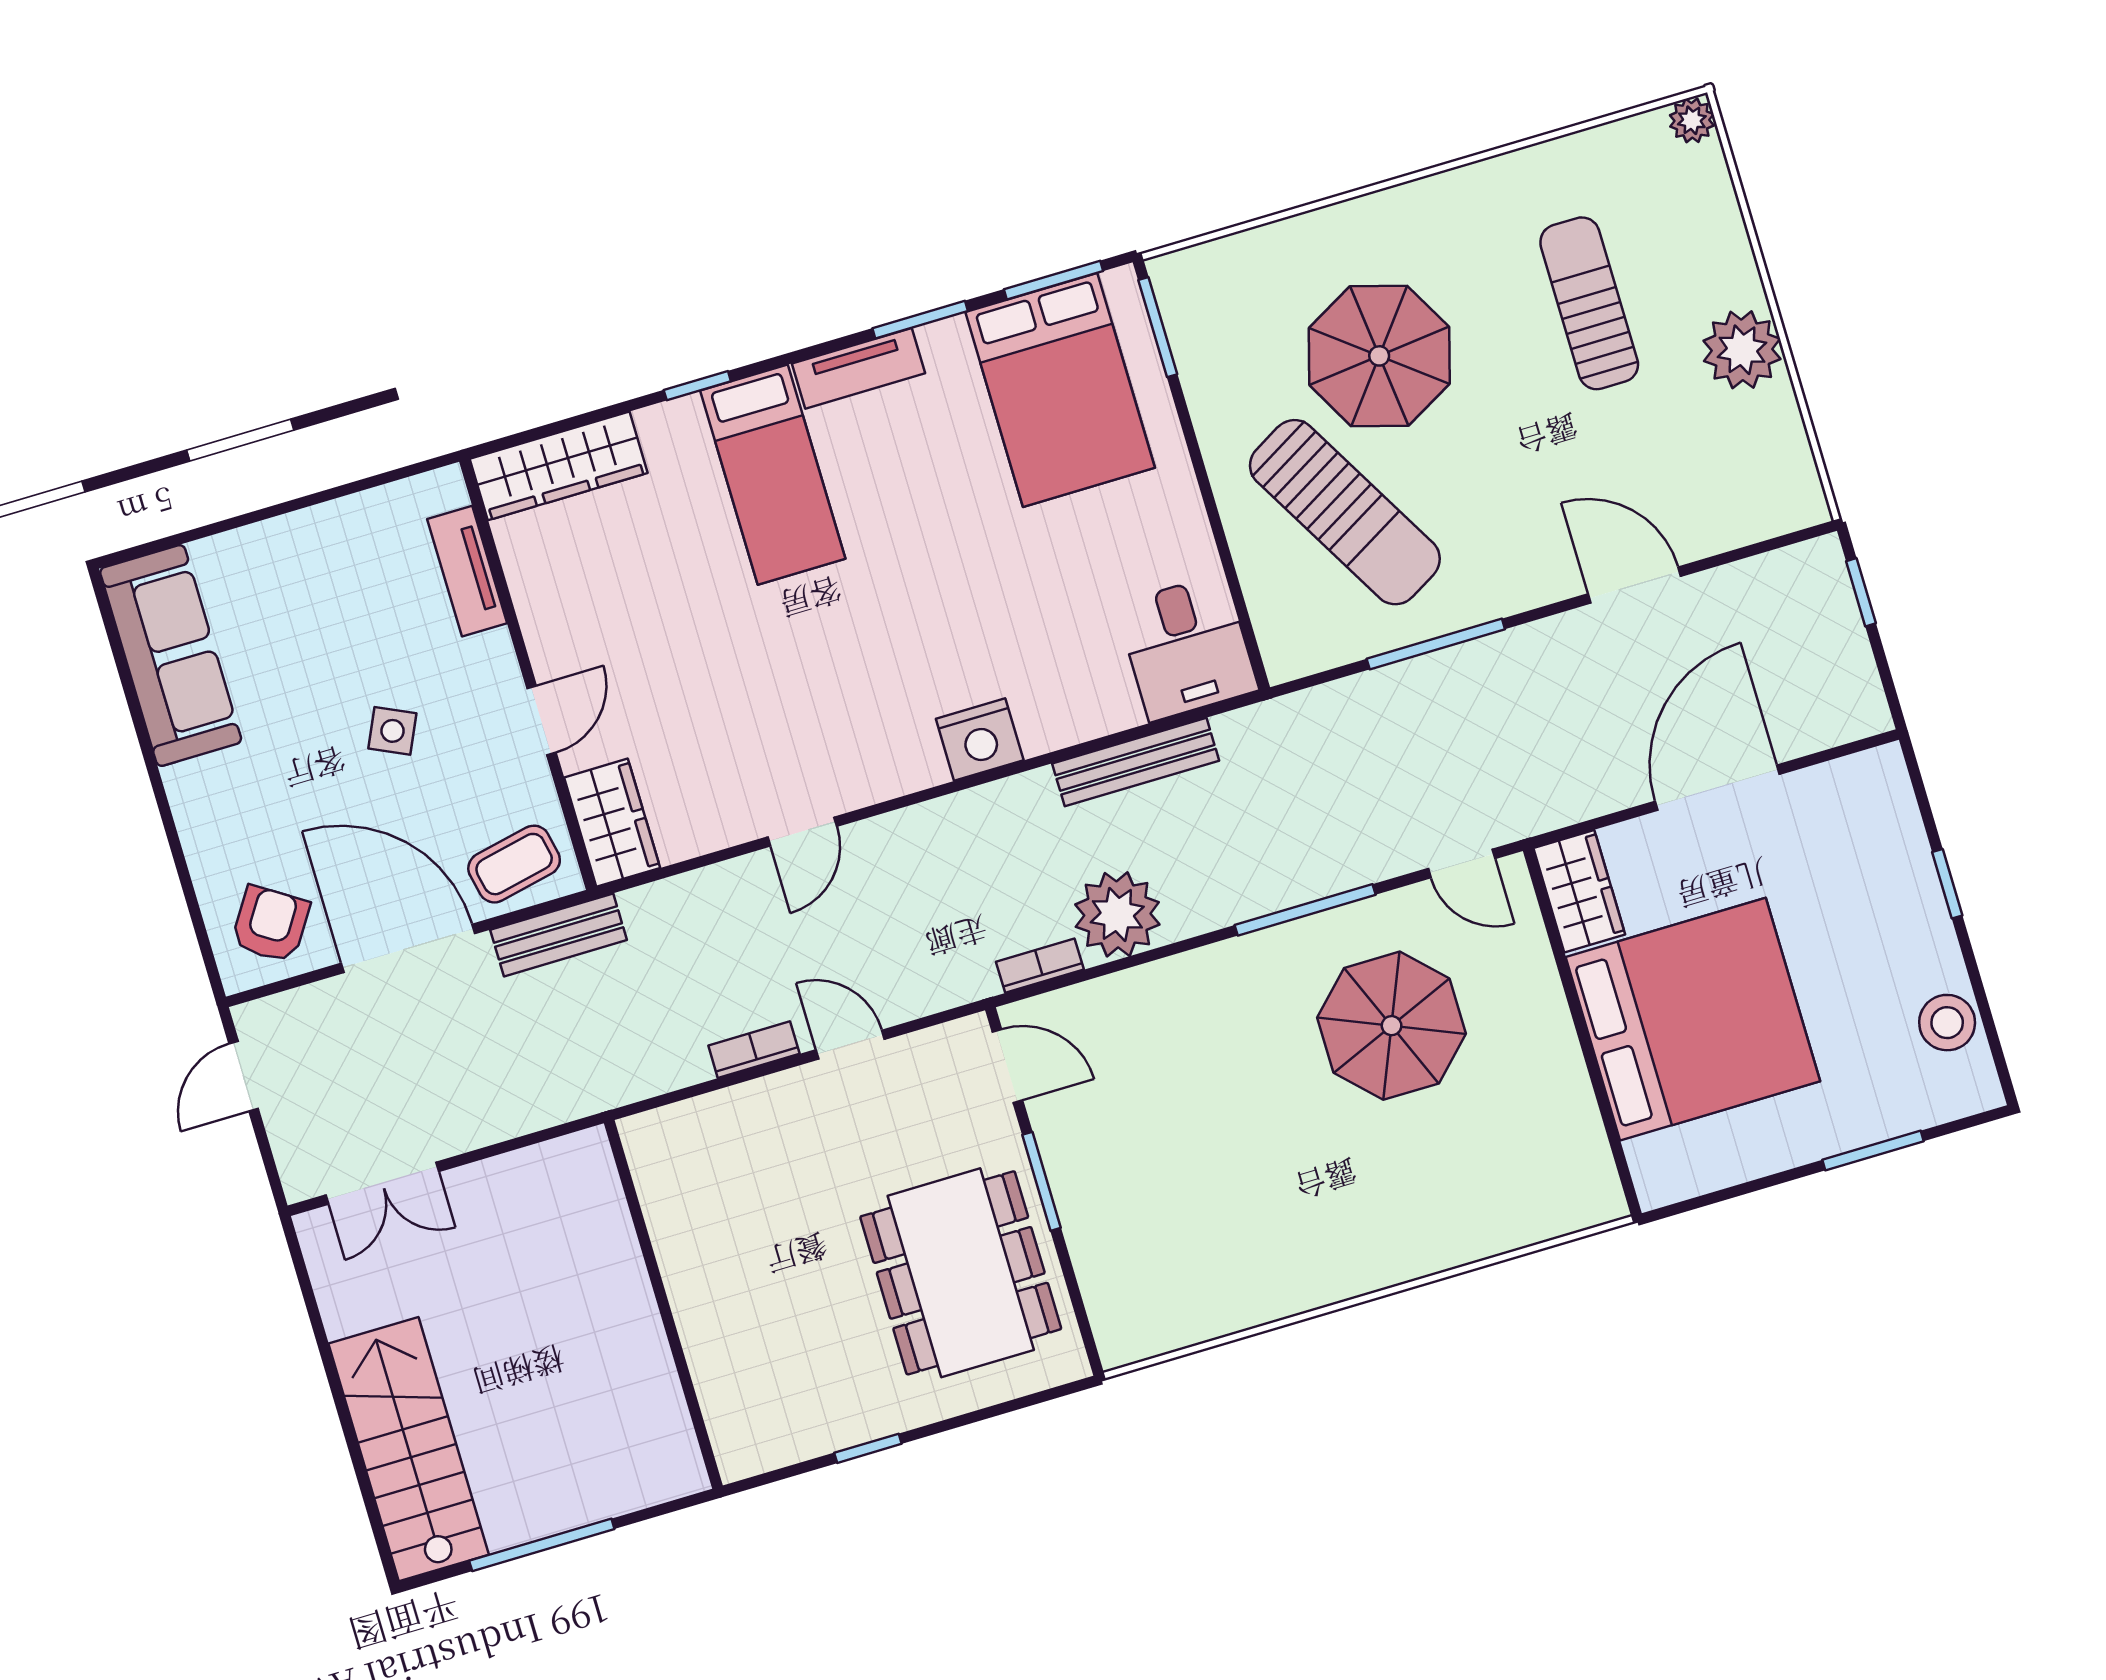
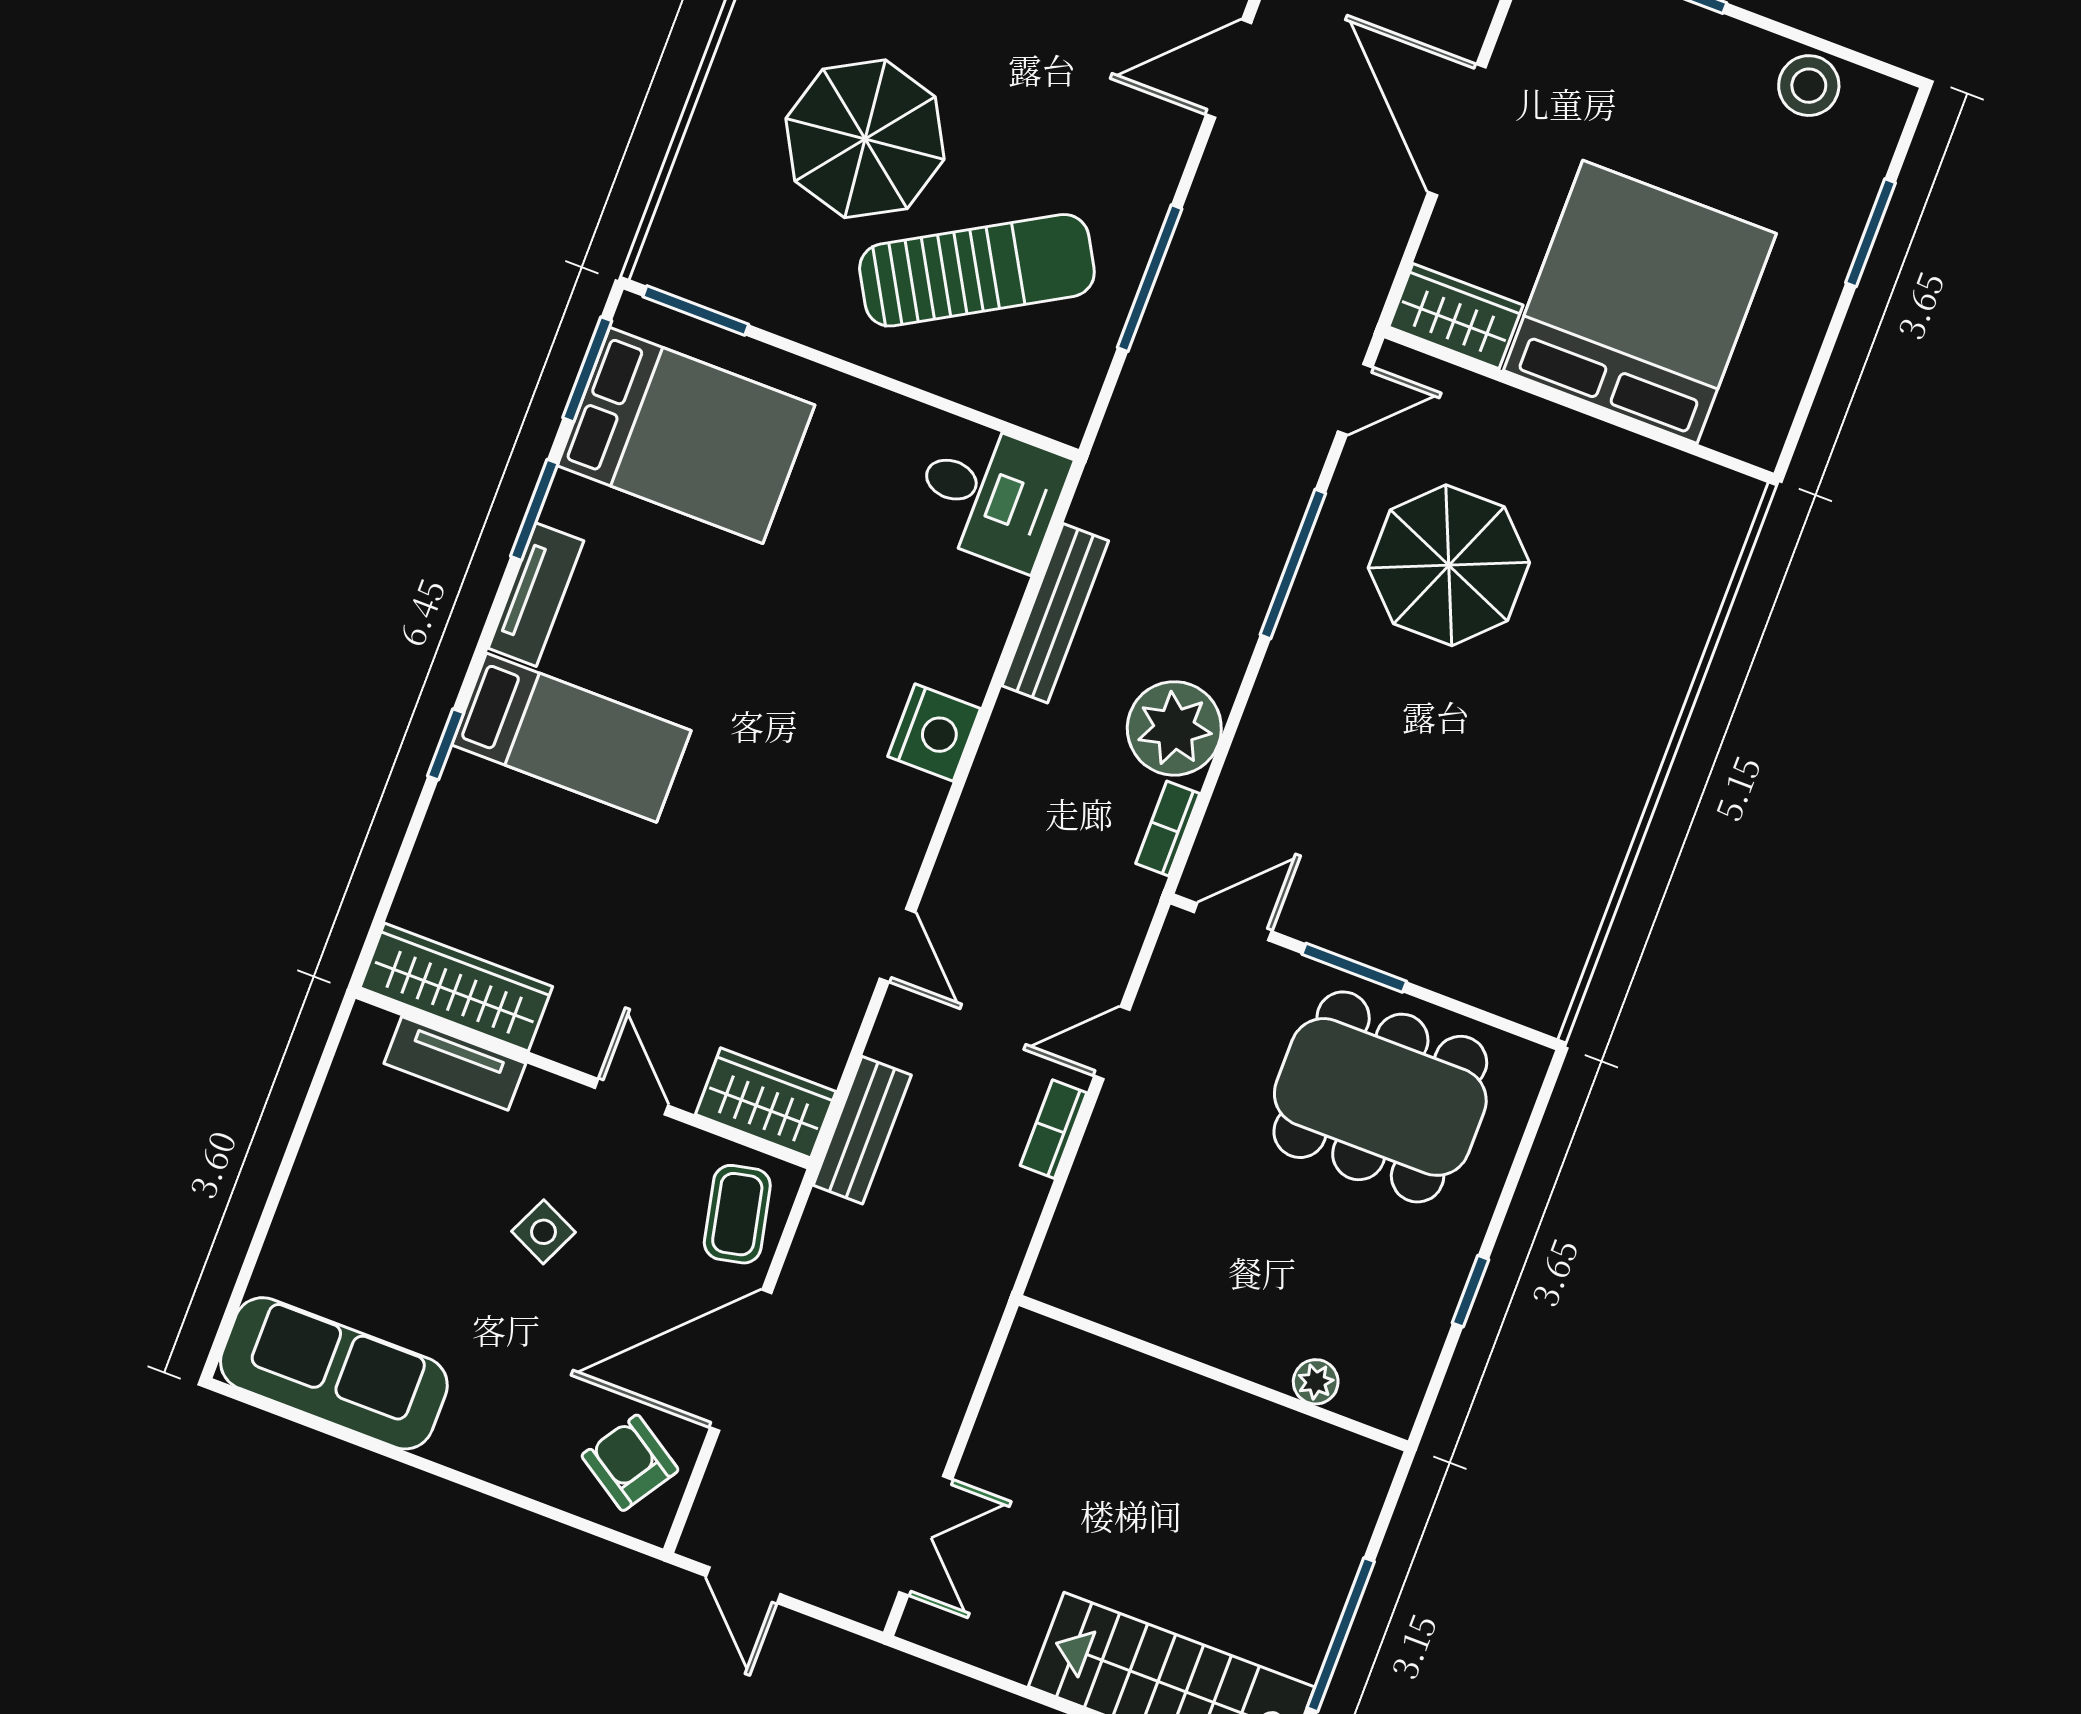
wardrobe: (559, 466) -> (456, 987), moved, turned -90
bench: (559, 935) -> (862, 1130), moved
plant: (714, 1385) -> (1316, 1382), added

